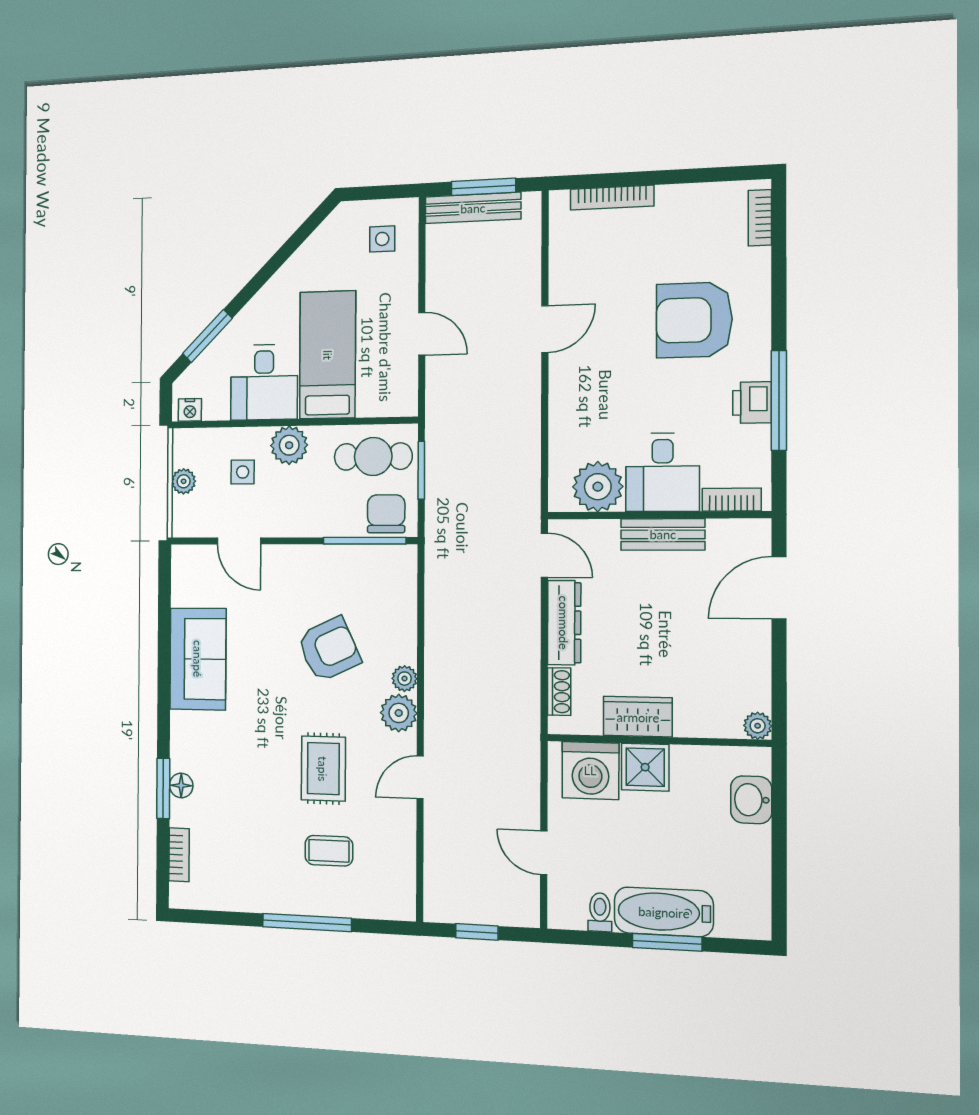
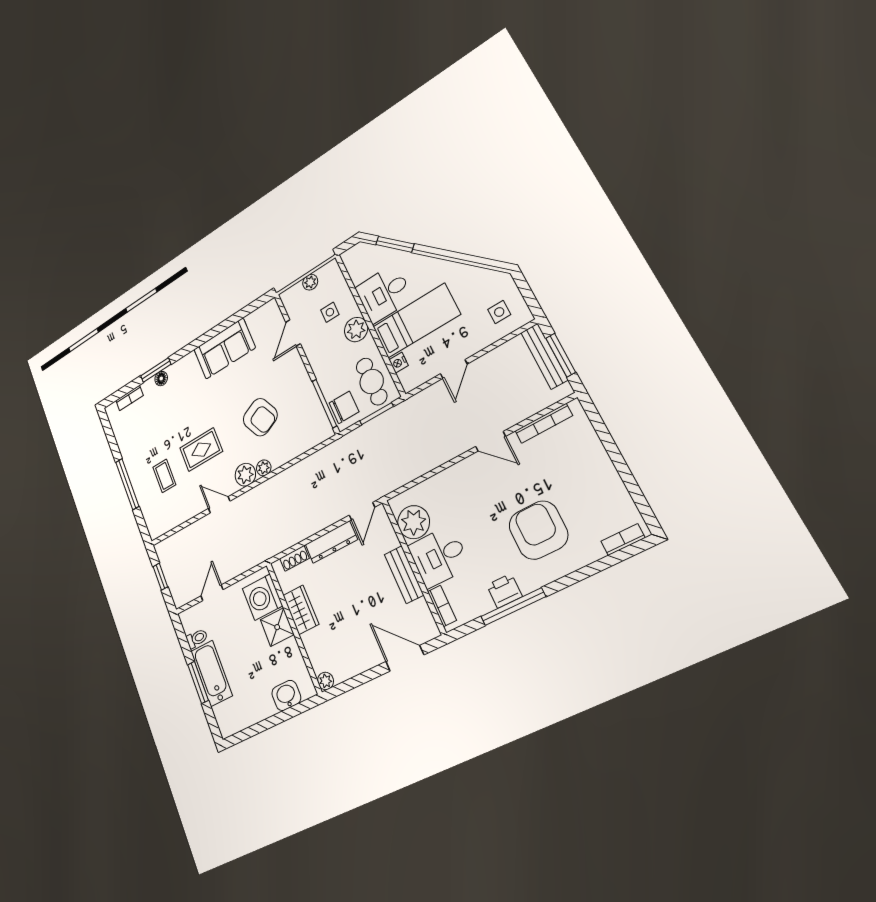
bookcase: (612, 198) -> (544, 423), moved, turned -90
nightstand: (190, 410) -> (399, 363), moved

